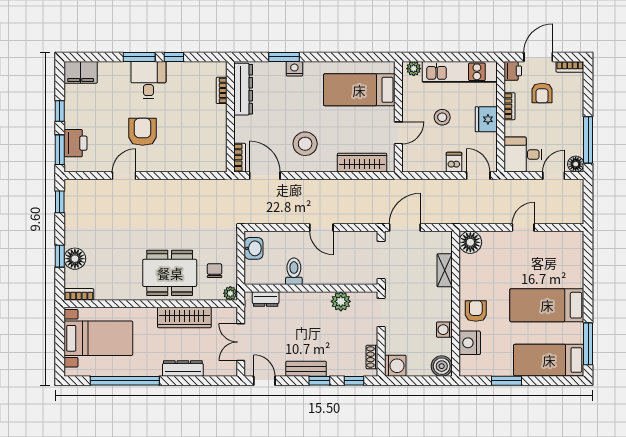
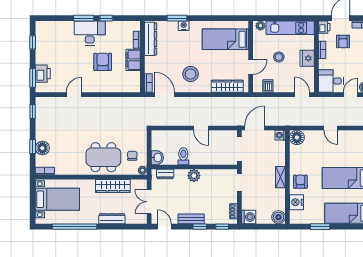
filing cabinet: (81, 72) -> (133, 60), moved, turned 90
desk: (148, 80) -> (90, 33), width x1.37
window: (60, 111) -> (33, 42), moved
armchair: (143, 132) -> (103, 62), moved
dishwasher: (454, 162) -> (268, 86), moved
door: (523, 228) -> (331, 128), swing flipped
washbasin: (254, 248) -> (157, 158), moved
shelving: (445, 270) -> (280, 177), moved
plant: (341, 301) -> (194, 176), moved
washing machine: (444, 330) -> (280, 135), moved

